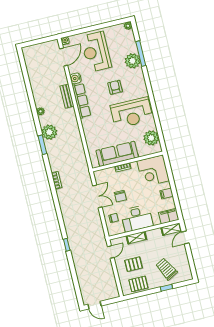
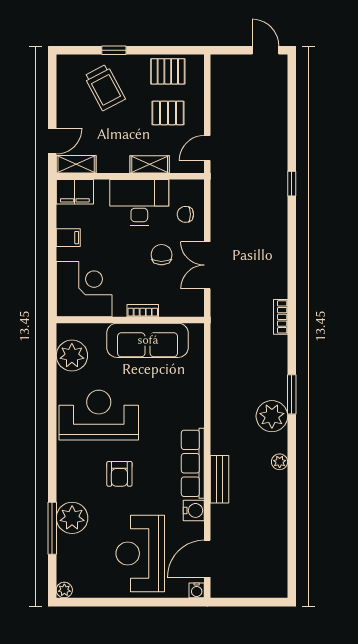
reception desk: (96, 52) -> (140, 553), turned 180

